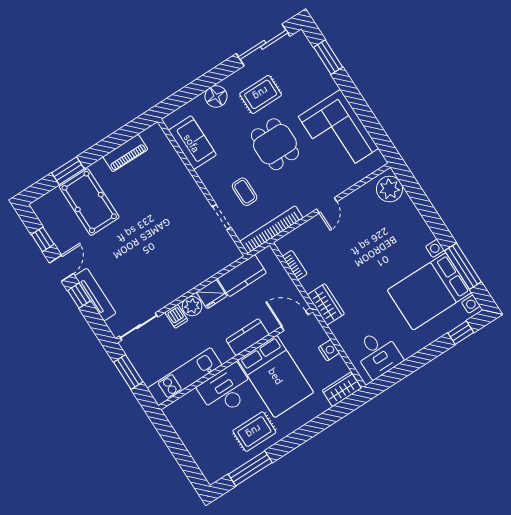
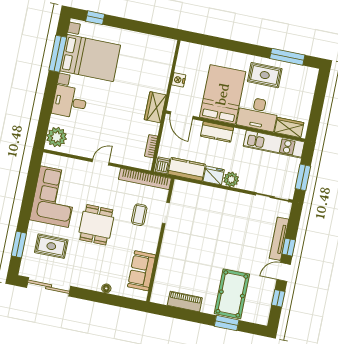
rug: (261, 94) -> (51, 246), moved
floor lamp: (216, 96) -> (106, 288), width x0.53, depth x0.53
dishwasher: (176, 316) -> (163, 165), moved
desk: (378, 354) -> (70, 102), moved, turned -90
wardrobe: (342, 389) -> (289, 127), moved, turned 180

